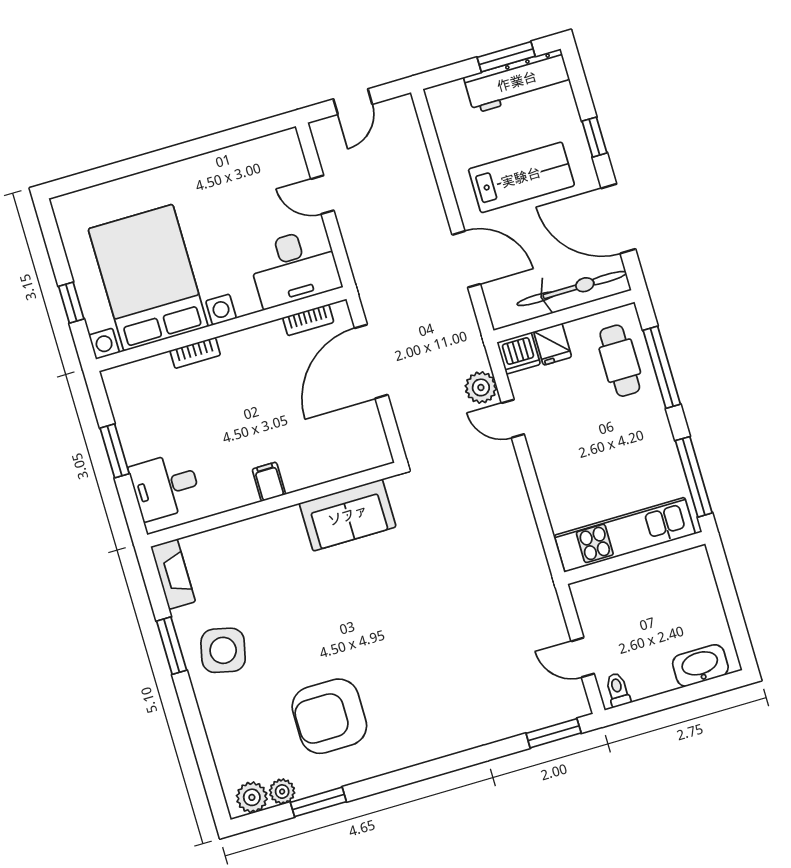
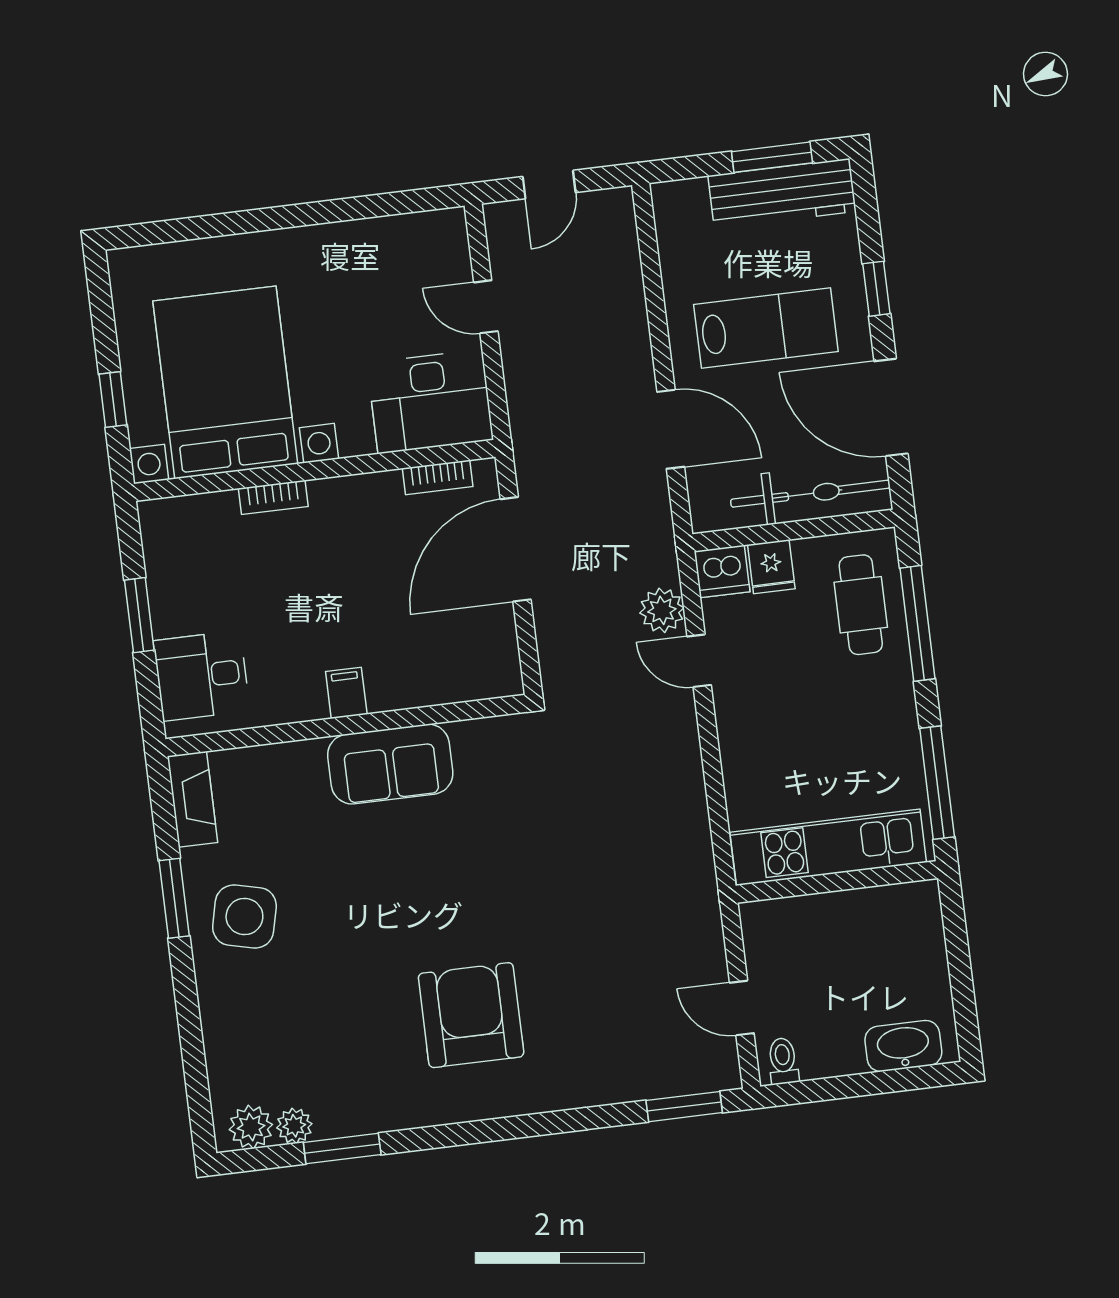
sofa: (348, 515) -> (390, 764), moved
armchair: (329, 716) -> (471, 1015), moved, turned 90

